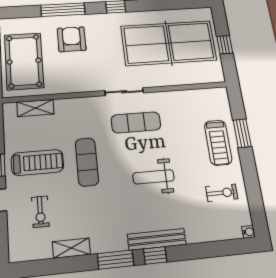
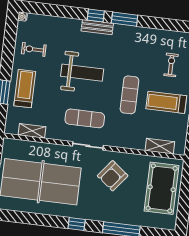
armchair: (72, 39) -> (113, 176), moved, turned 38
weight bench: (154, 177) -> (82, 73), width x1.36, depth x1.33
bench: (157, 239) -> (97, 27), width x0.73
shelving: (71, 248) -> (32, 131), moved

